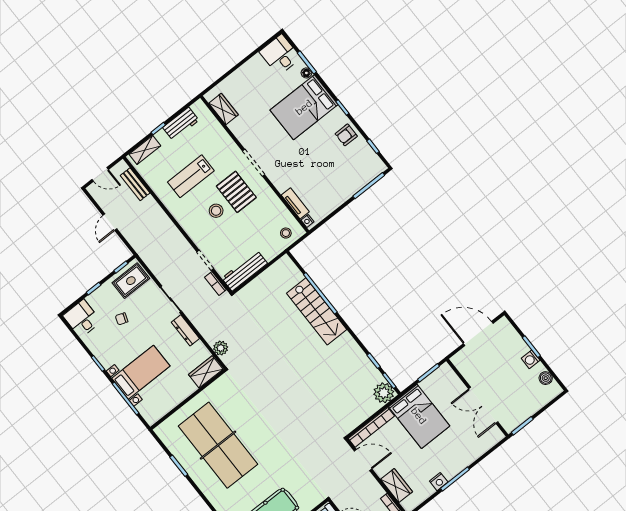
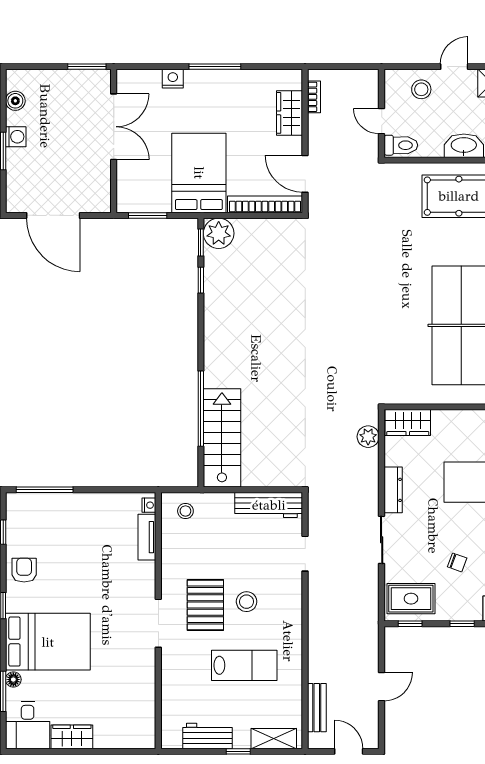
wardrobe: (223, 109) -> (72, 737), moved, turned 90
armchair: (346, 135) -> (24, 570), turned -90
bookcase: (215, 283) -> (315, 517), removed
stairs: (317, 311) -> (222, 438), moved
nightstand: (439, 482) -> (173, 79), moved

